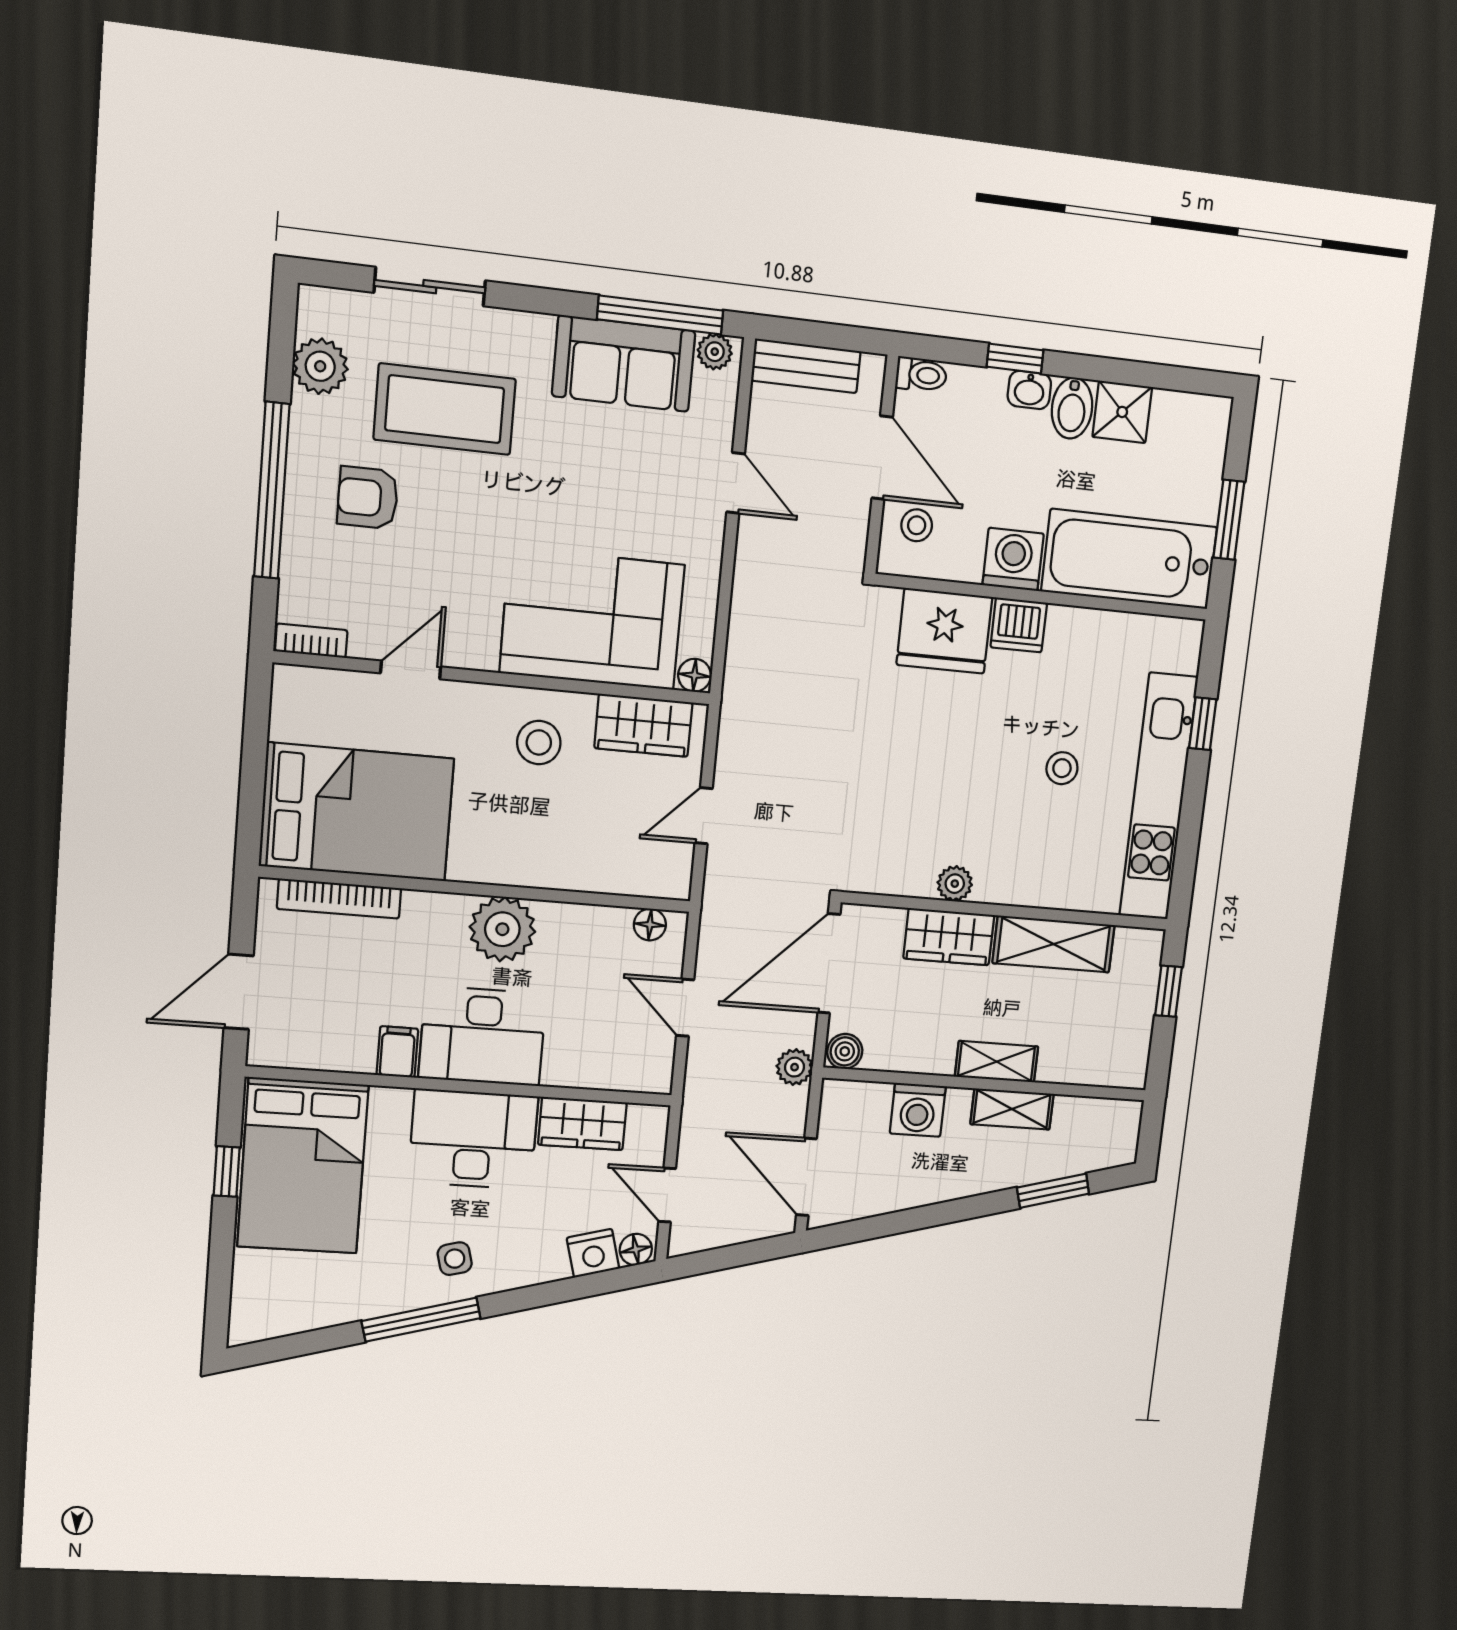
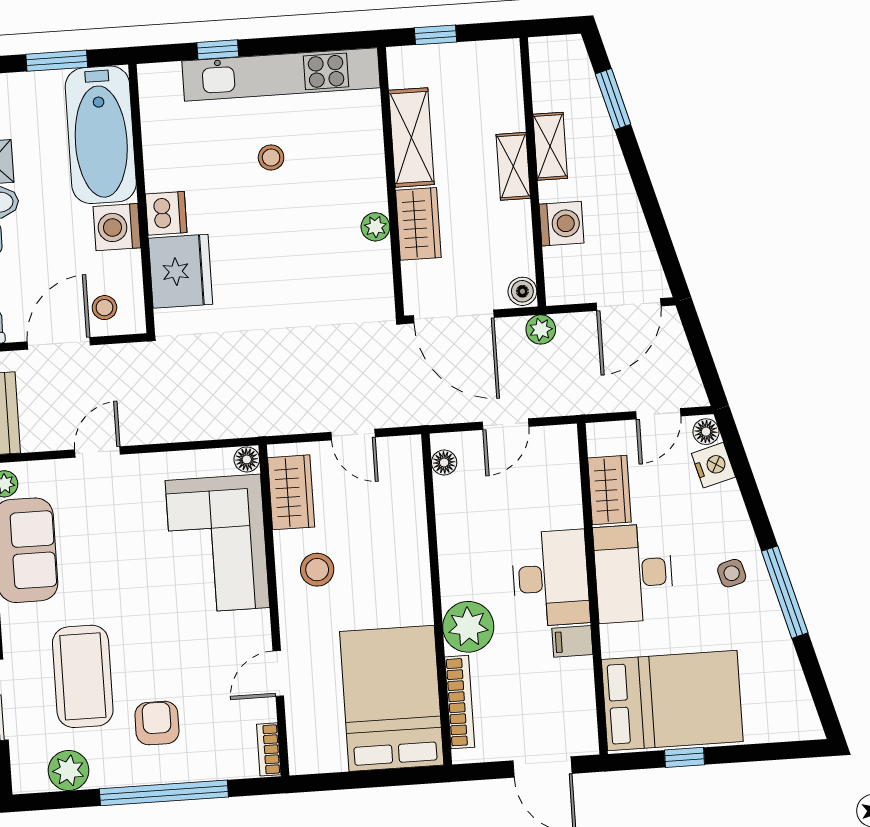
armchair: (368, 498) -> (157, 723), turned 180
door: (411, 670) -> (278, 674), hinge flipped
plant: (502, 929) -> (468, 627), moved

